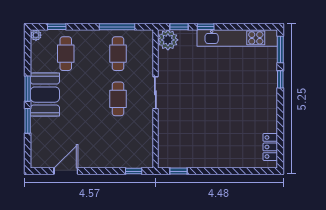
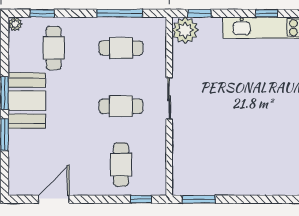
window: (206, 27) -> (267, 13), moved
cafe table: (118, 54) -> (121, 48), turned 90
cafe table: (118, 99) -> (121, 106), turned 90
cafe table: (118, 144) -> (121, 165), added
window: (178, 171) -> (199, 199), width x1.50

